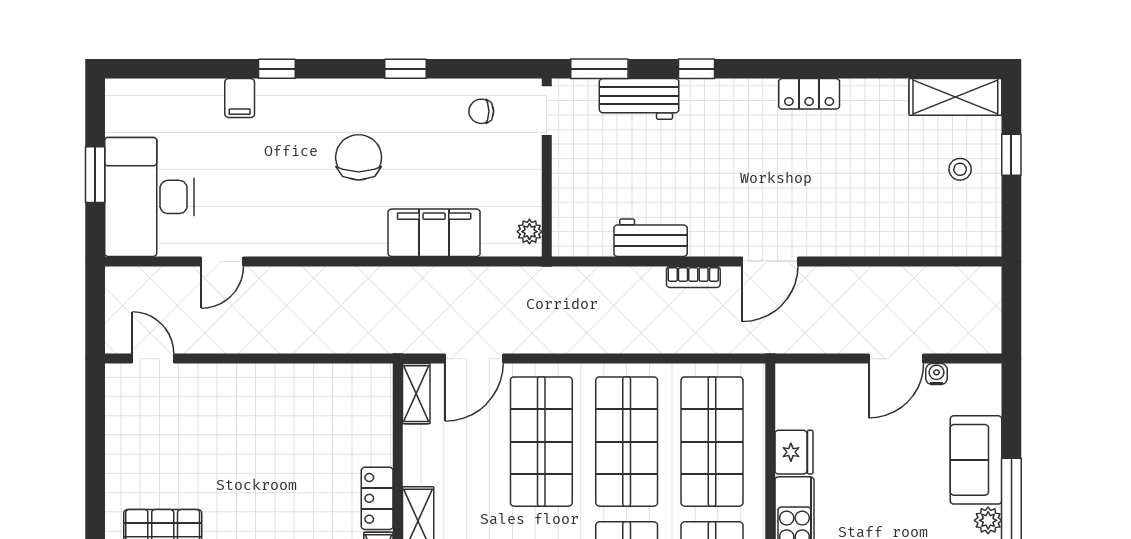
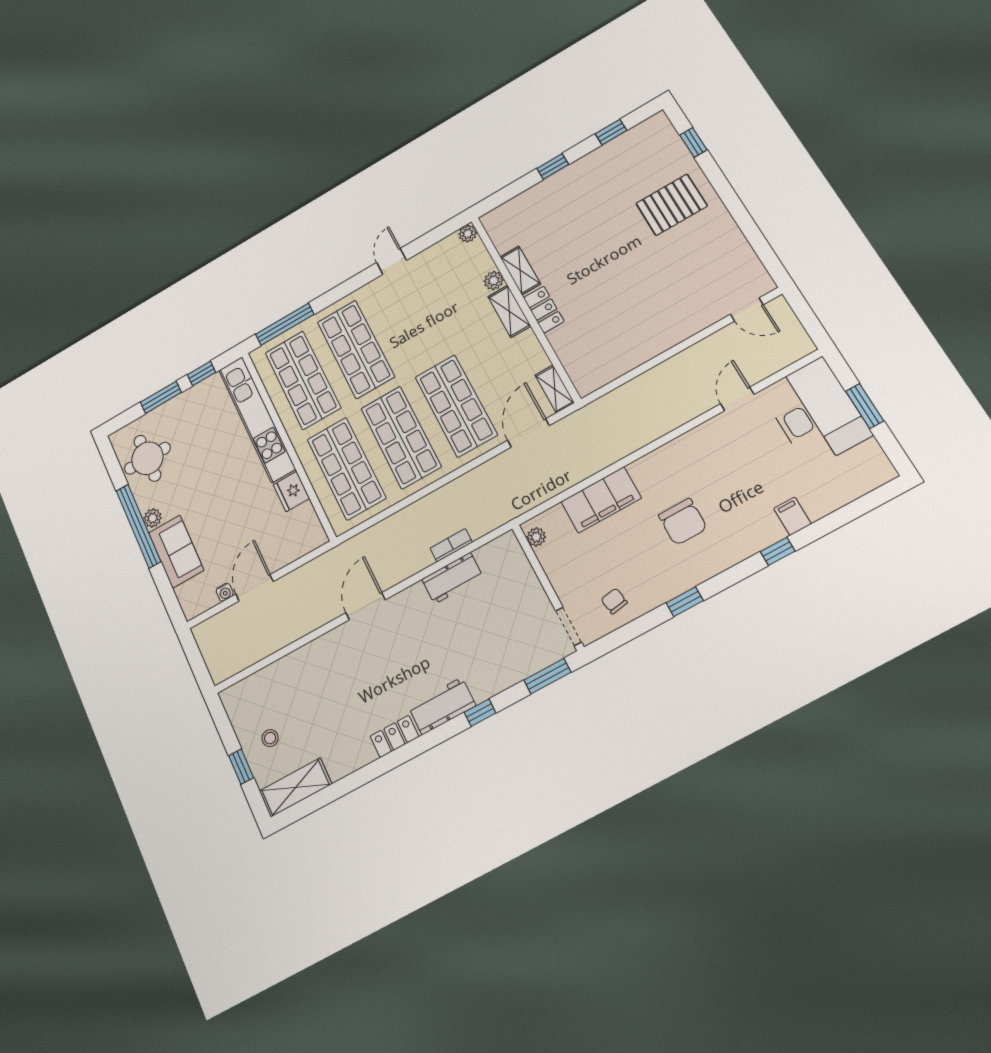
workbench: (639, 99) -> (442, 706), moved
chair: (481, 111) -> (614, 601), turned -99
bookcase: (693, 277) -> (451, 545), moved

